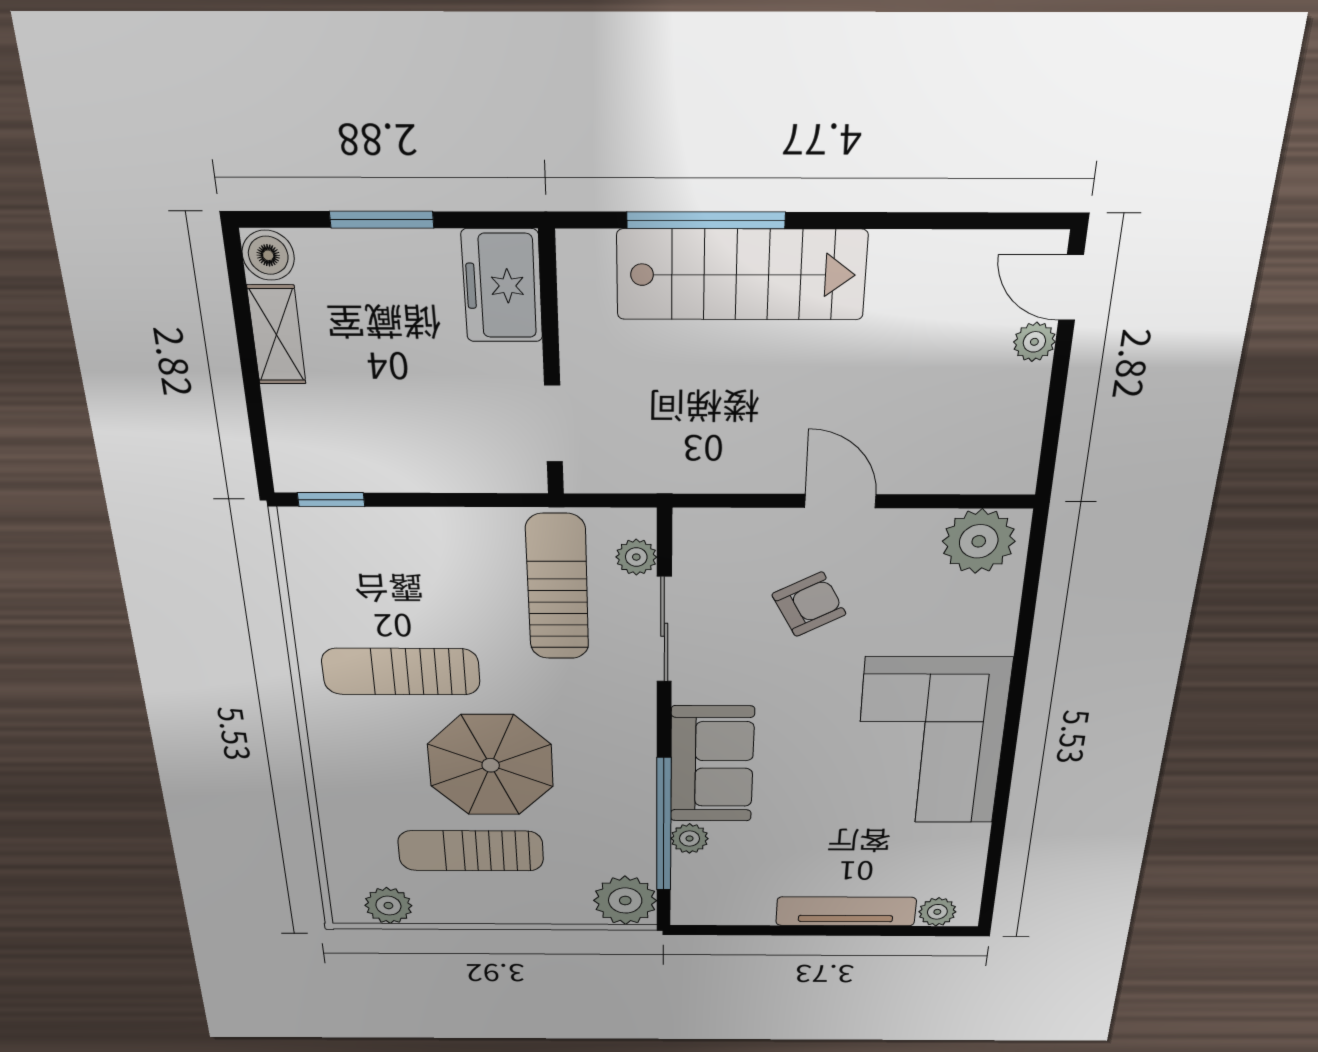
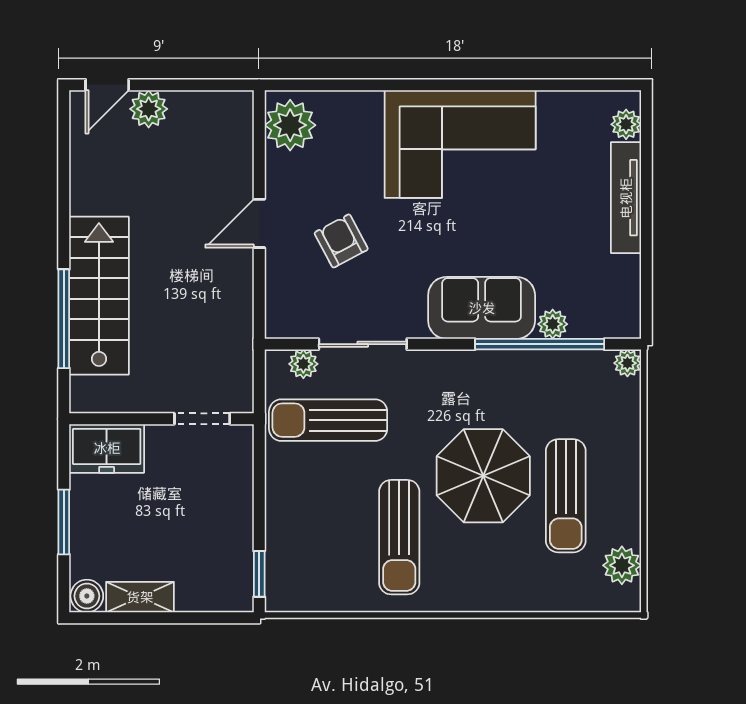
plant: (1034, 342) -> (149, 109), width x1.38, depth x1.38
plant: (625, 900) -> (627, 363), width x0.53, depth x0.53

